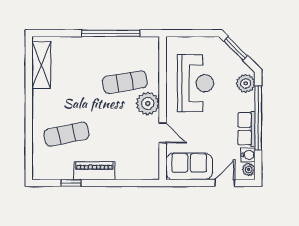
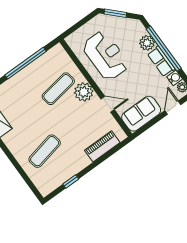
plant: (246, 83) -> (147, 43), moved
piano: (94, 171) -> (102, 146), moved

